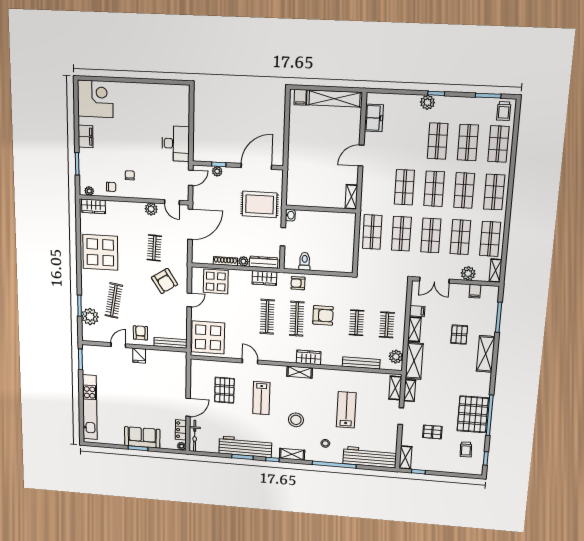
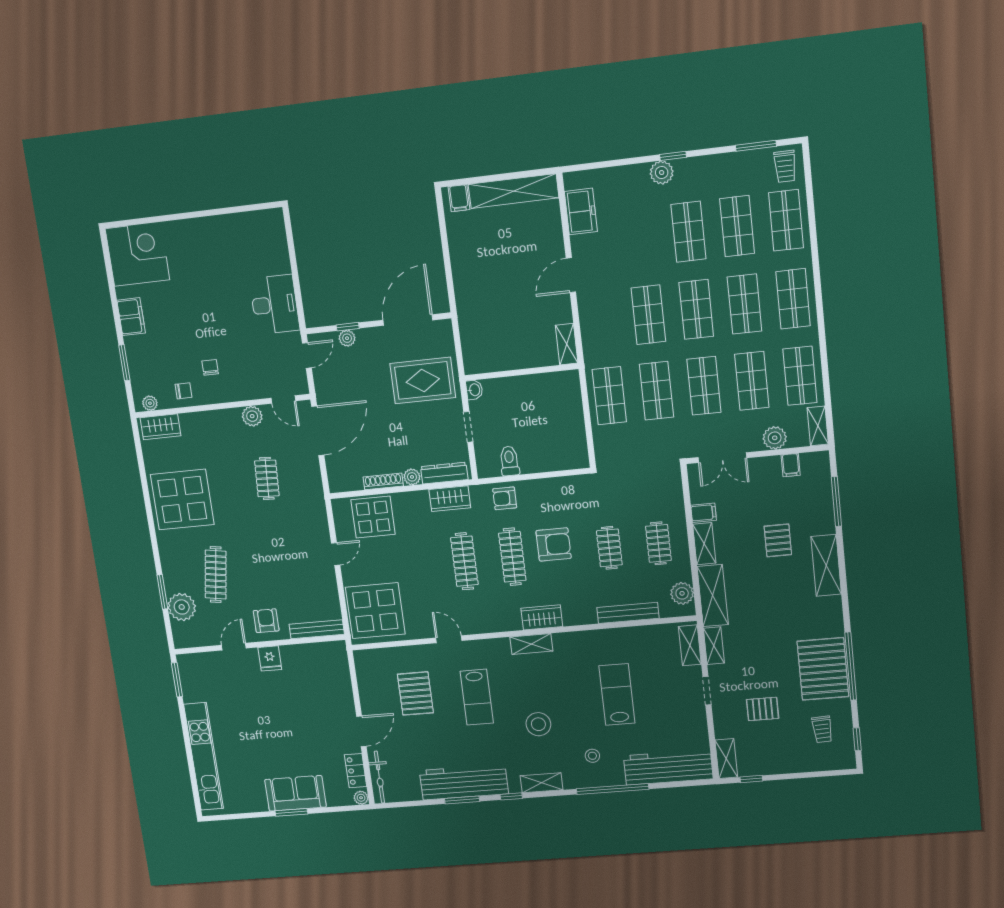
armchair: (165, 281) -> (291, 530), removed

